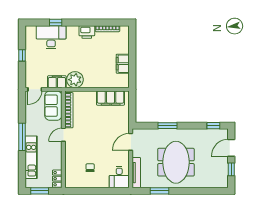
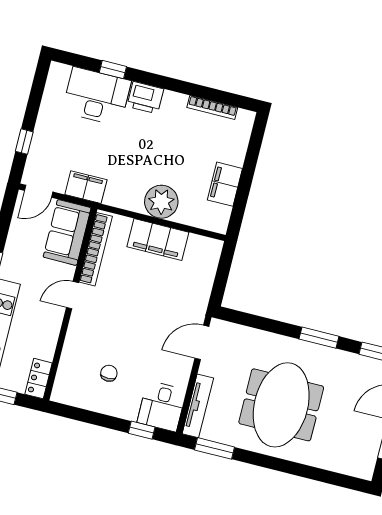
printer: (87, 32) -> (145, 98), moved
window: (22, 55) -> (24, 142), moved
plant: (75, 80) -> (161, 202), moved
filing cabinet: (111, 98) -> (158, 239), moved
window: (167, 126) -> (319, 338), moved
window: (113, 191) -> (142, 430), added
window: (159, 191) -> (214, 448), moved

